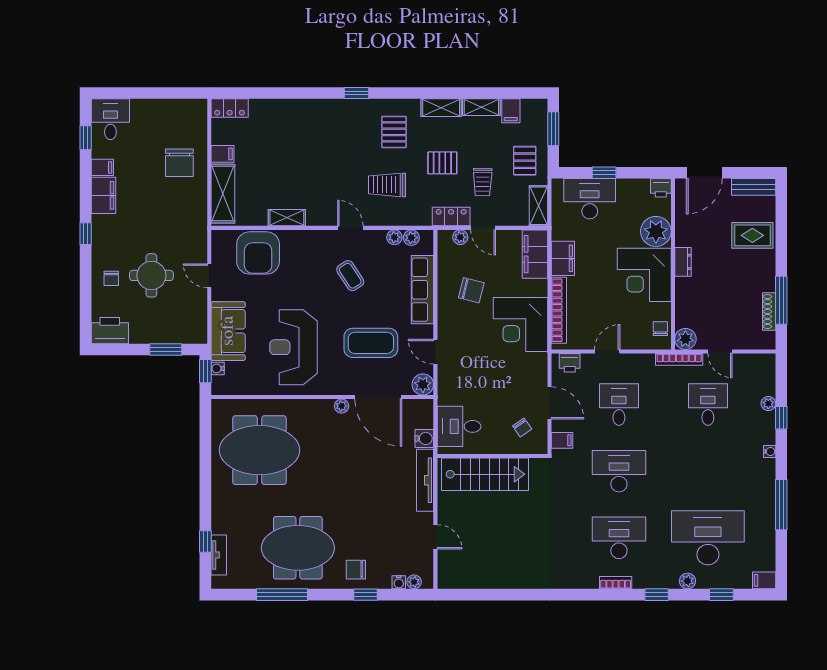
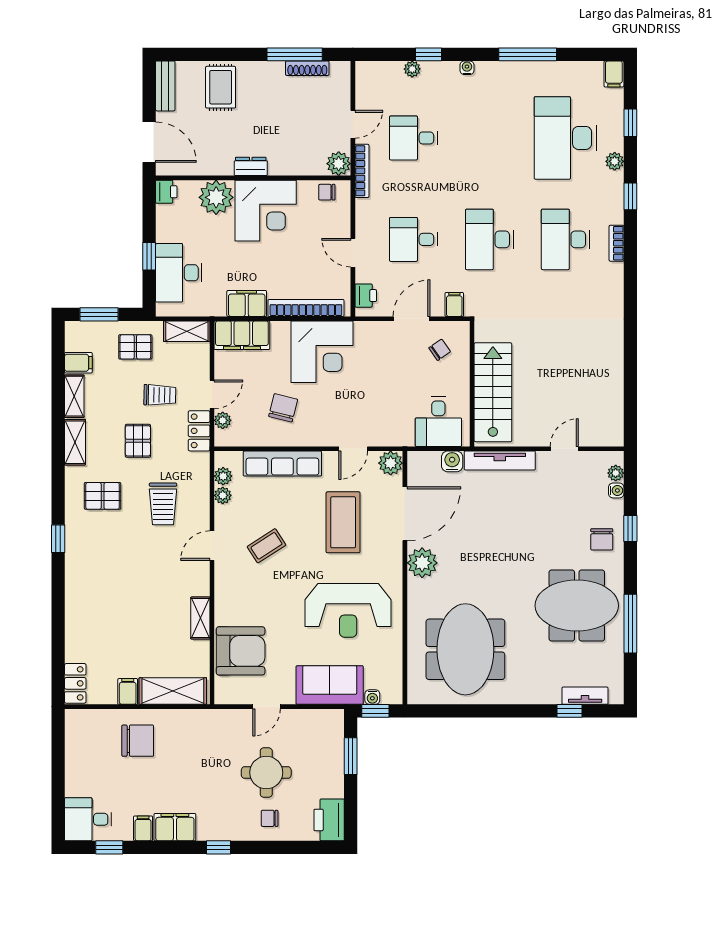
chair: (111, 278) -> (270, 818), turned 180
plant: (342, 406) -> (422, 563), width x1.88, depth x1.88
meeting table: (298, 548) -> (577, 606), turned 90

